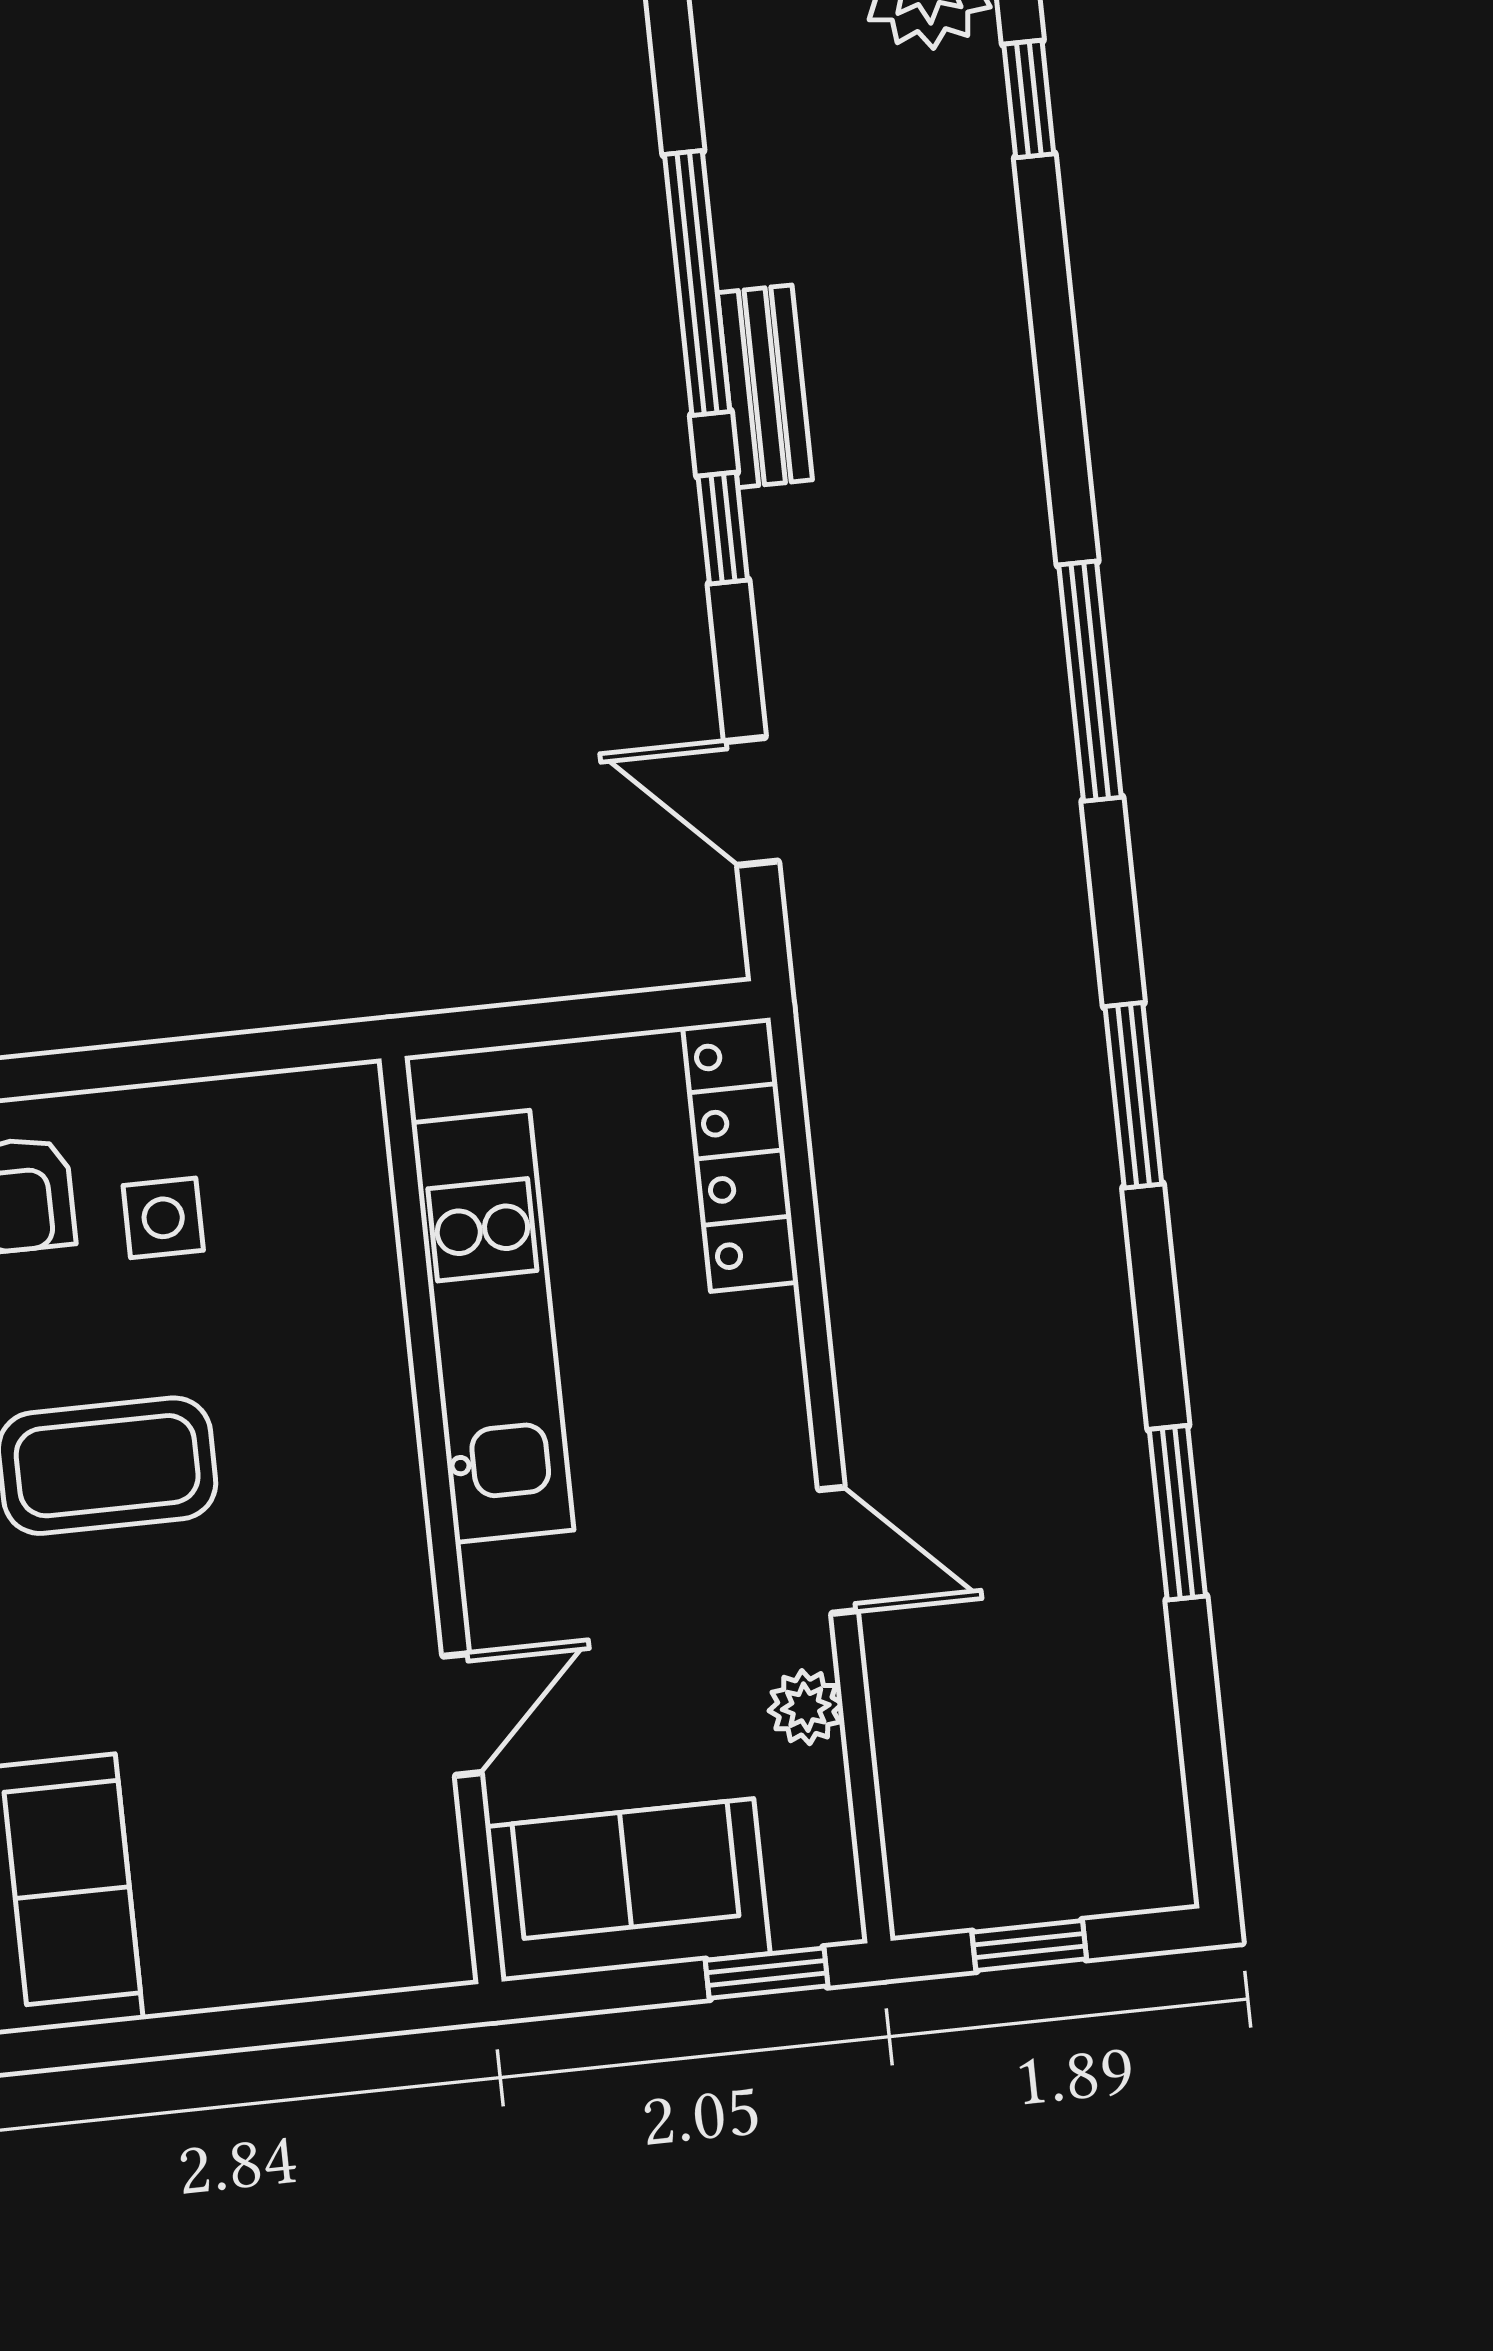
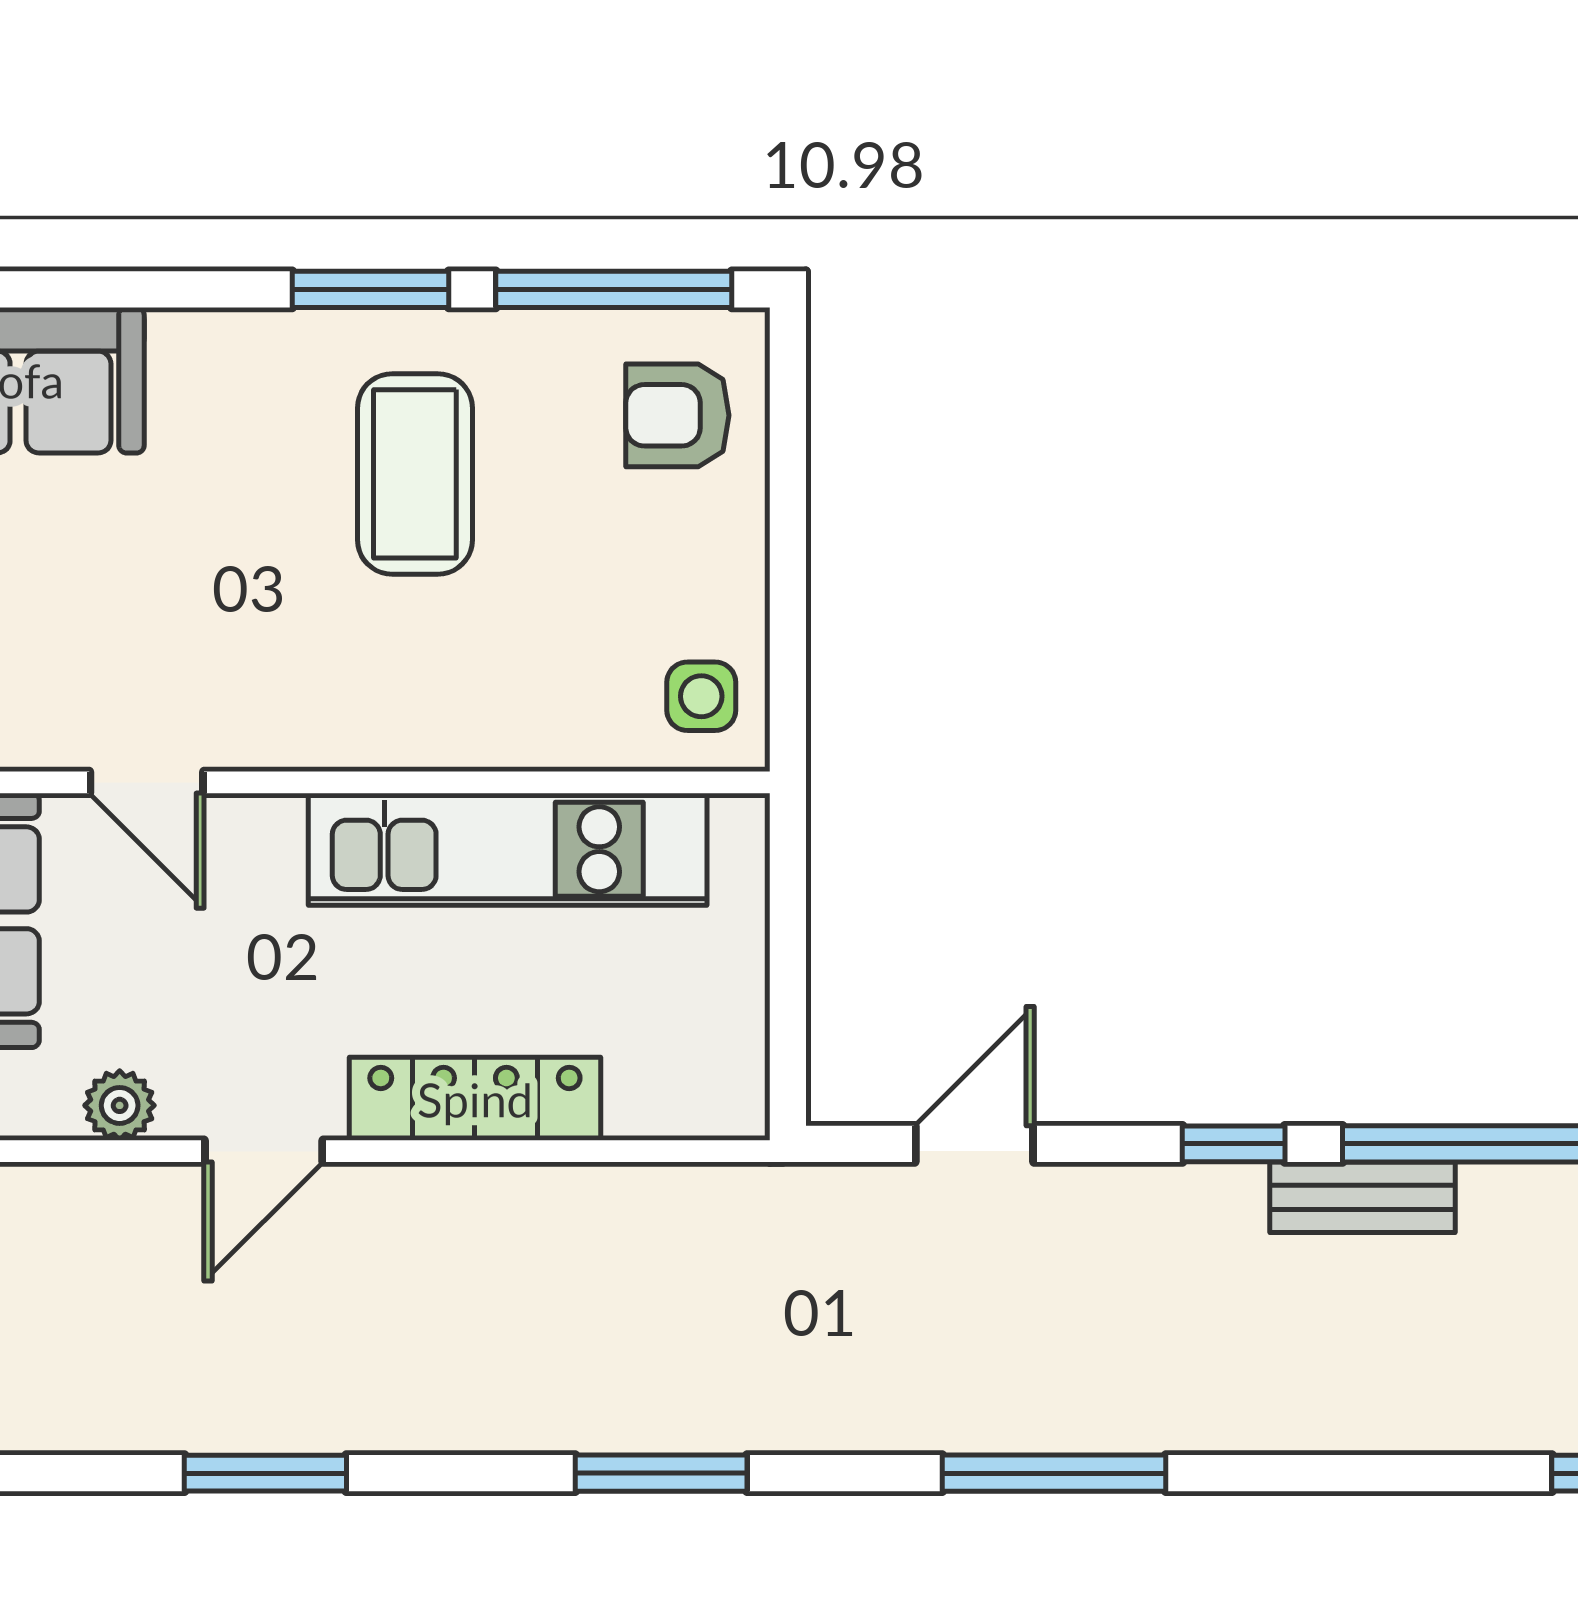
locker: (741, 1155) -> (475, 1099), moved
side table: (163, 1218) -> (701, 696), moved

